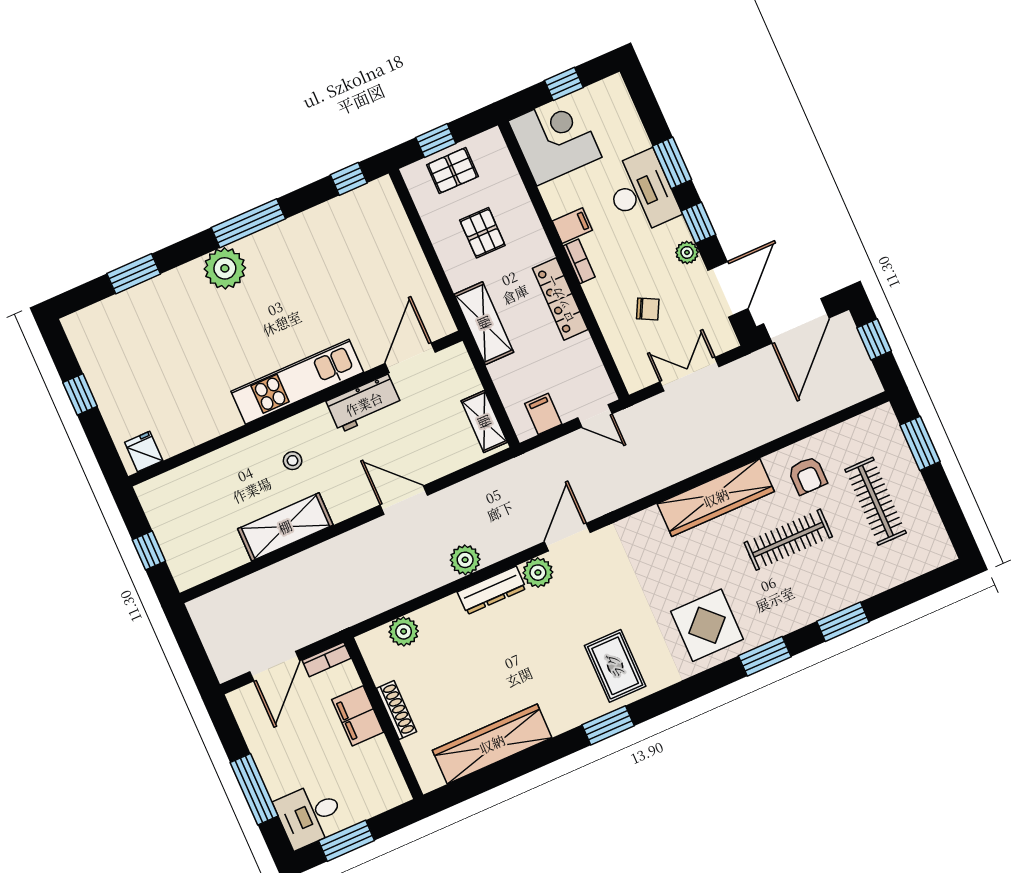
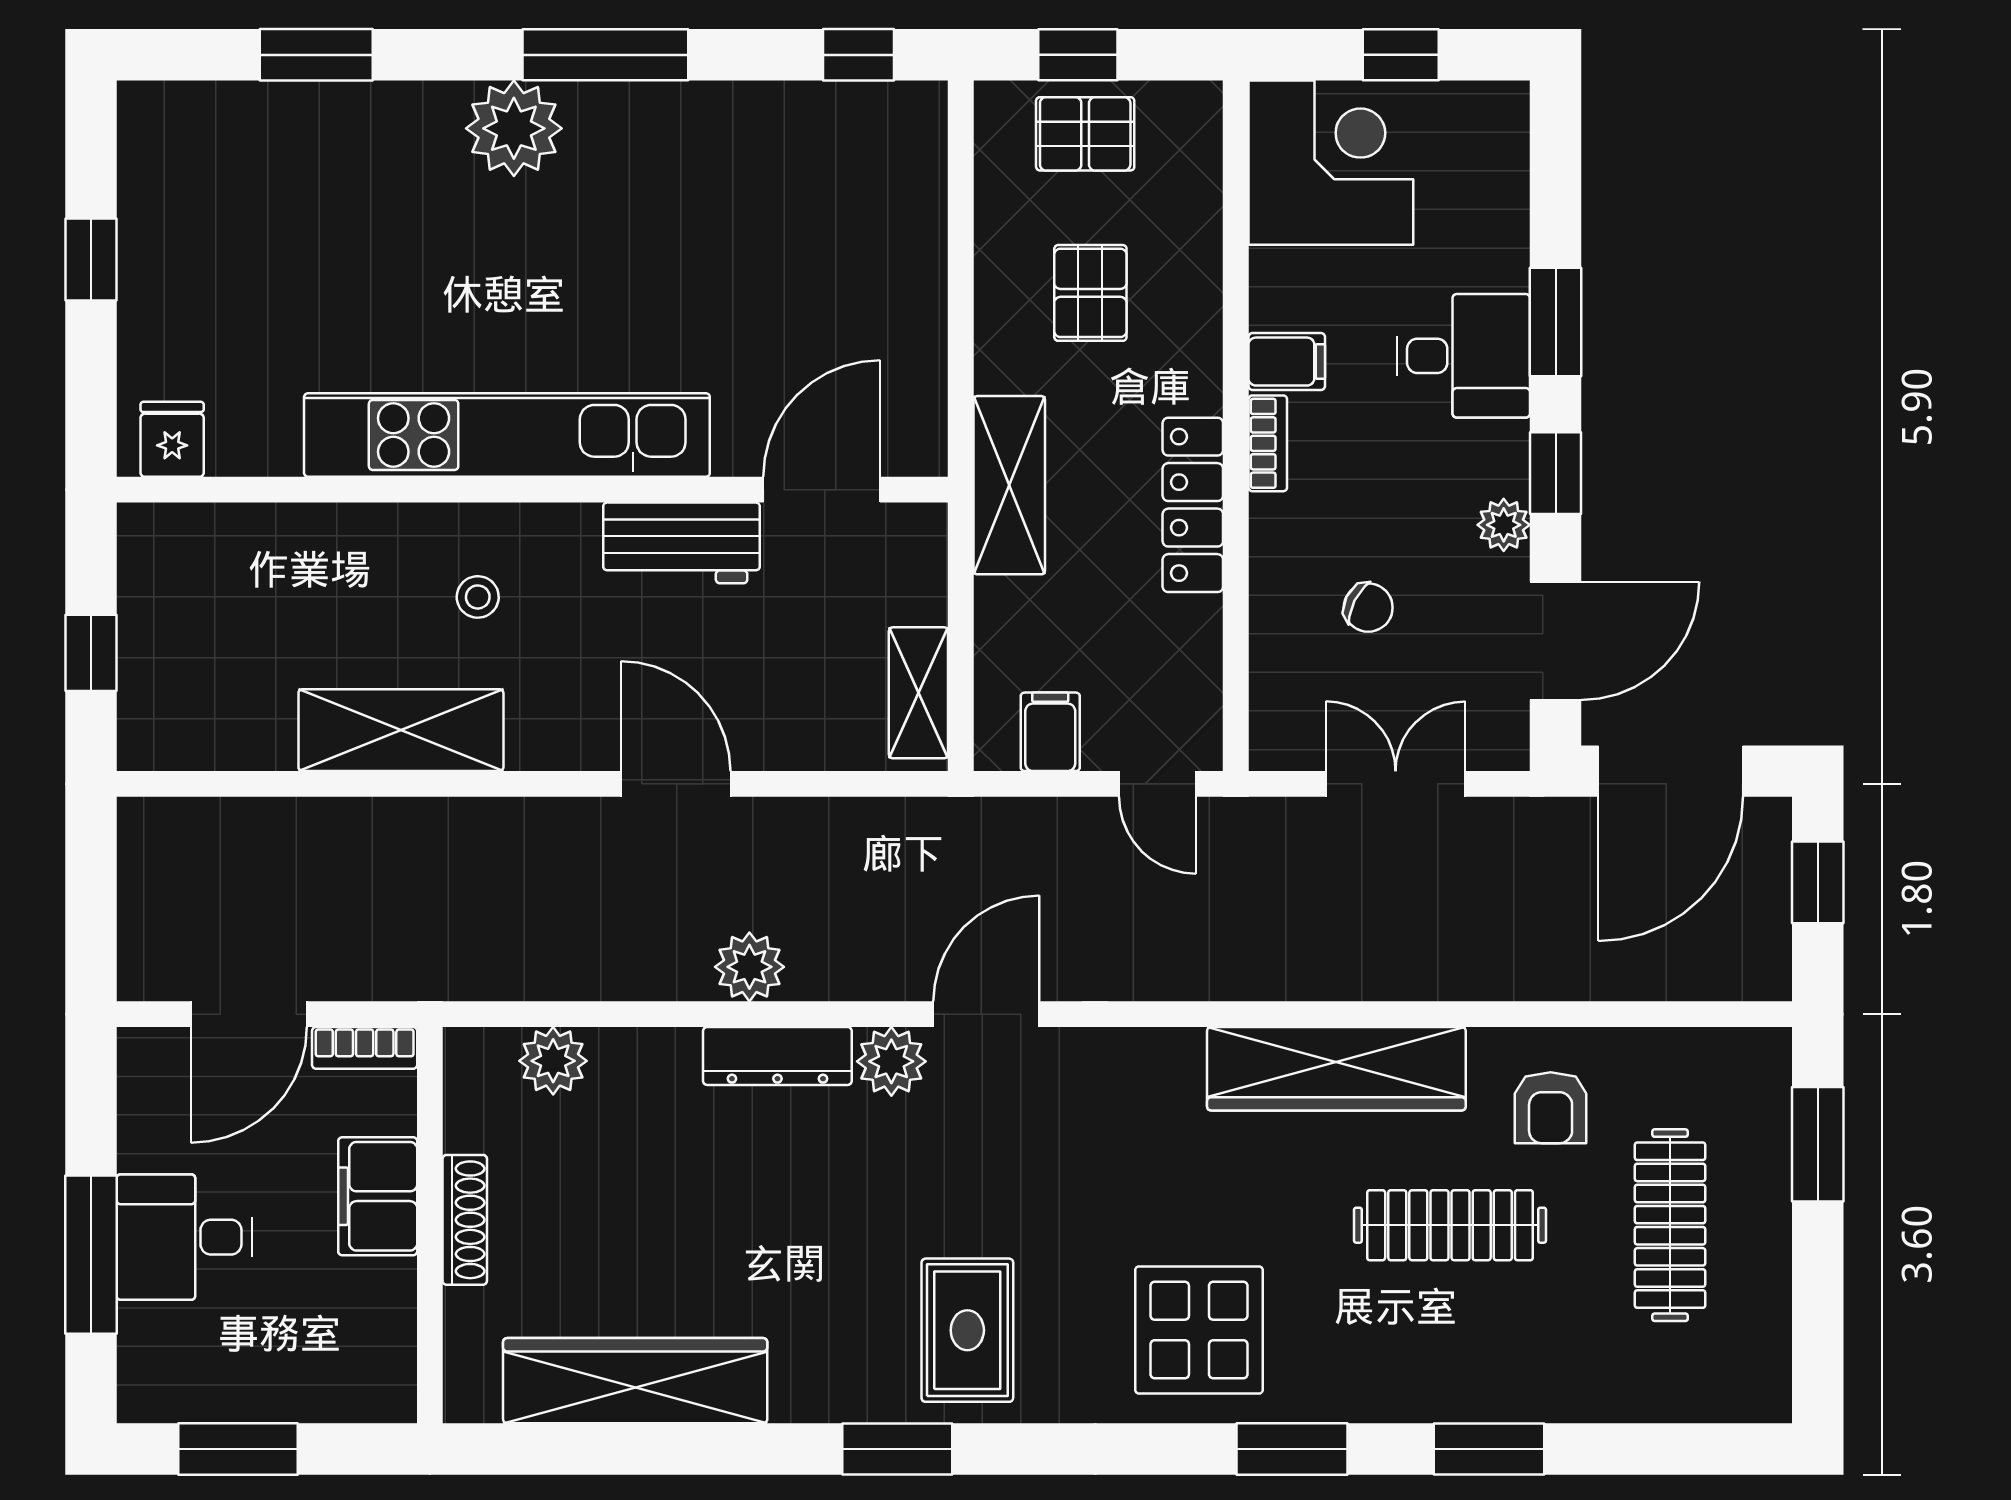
desk: (641, 192) -> (1463, 356), width x0.73
kitchen unit: (297, 382) -> (507, 435), width x1.36
desk: (310, 815) -> (184, 1237), moved

